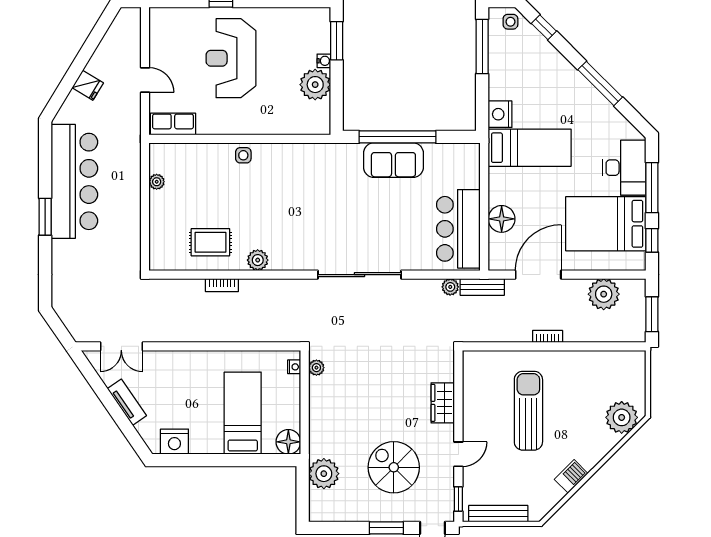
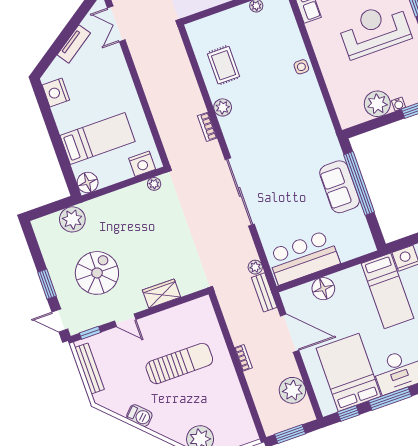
bookcase: (222, 285) -> (207, 127), moved
nightstand: (294, 367) -> (142, 164), width x1.89, depth x1.79

